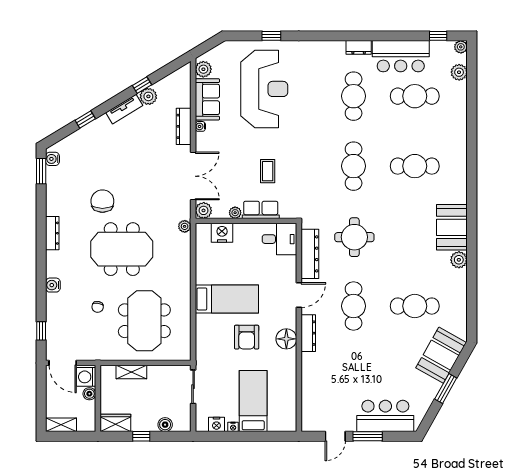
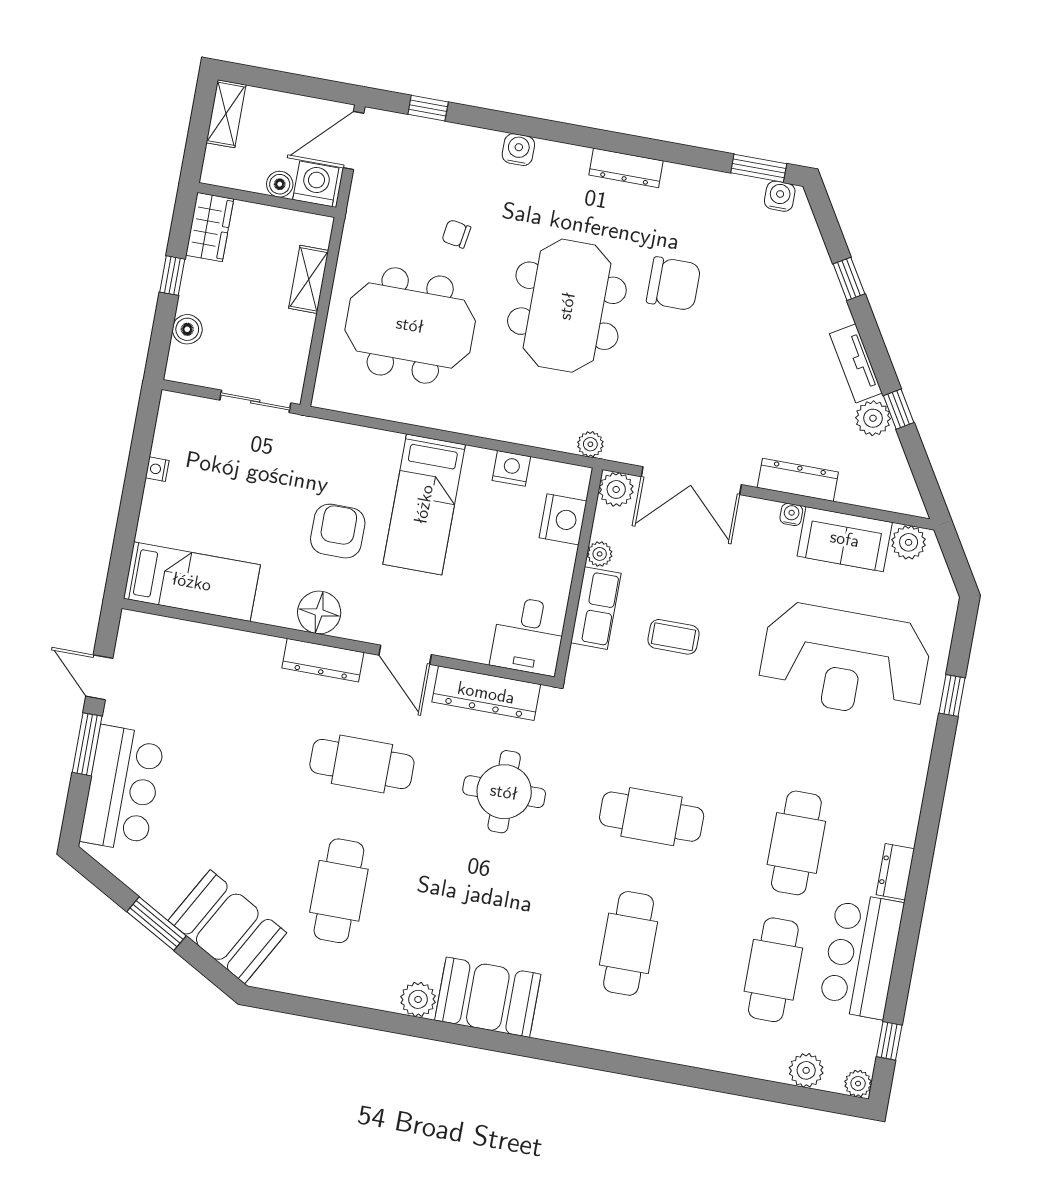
cafe table: (354, 96) -> (796, 843), turned 90
armchair: (247, 337) -> (338, 531), turned 90
bed: (253, 401) -> (192, 582), moved
nightstand: (216, 424) -> (511, 468), moved, turned 90

